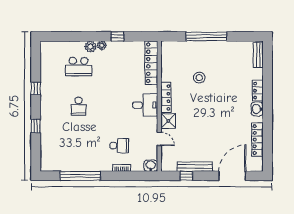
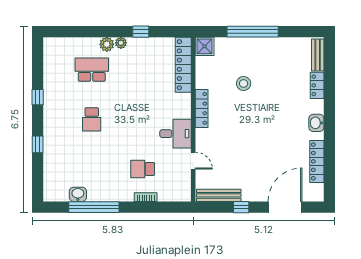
school desk: (79, 67) -> (92, 70), turned 180
locker: (258, 91) -> (317, 85), moved
desk: (145, 105) -> (176, 134), moved
shower: (168, 121) -> (205, 46), moved
school desk: (119, 146) -> (143, 169), turned 180
washbasin: (151, 166) -> (78, 194), moved
bench: (195, 167) -> (219, 195), moved
window: (186, 176) -> (241, 207), moved

